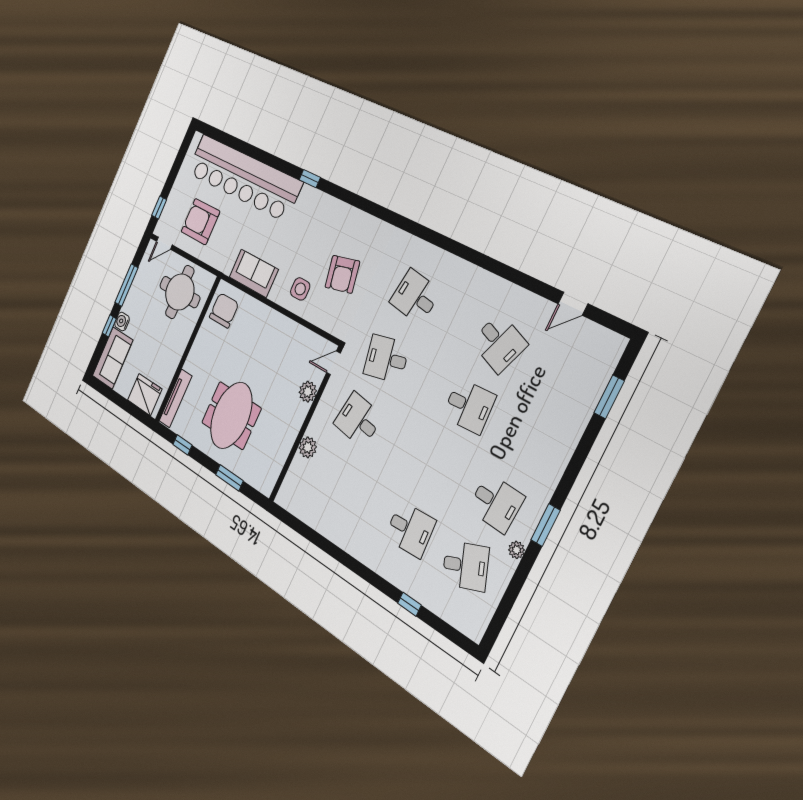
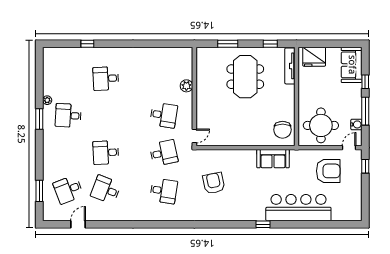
bar counter: (243, 177) -> (298, 208), width x0.73
side table: (300, 289) -> (237, 164), removed
water cooler: (122, 321) -> (356, 124), moved
plant: (308, 392) -> (202, 114), removed
desk: (465, 566) -> (68, 190), moved

